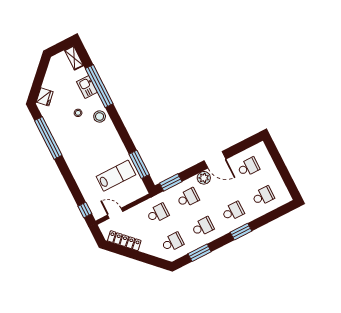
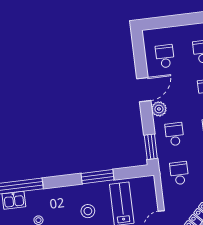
stool: (100, 117) -> (88, 211), moved
window: (139, 164) -> (98, 177), moved

